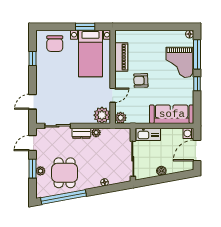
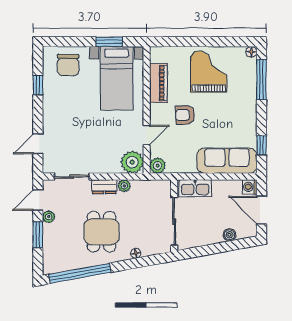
grand piano: (179, 62) -> (209, 72), moved, turned 180
window: (197, 84) -> (261, 145), moved
door: (197, 150) -> (261, 210), hinge flipped
plant: (40, 171) -> (49, 217), moved
boiler: (161, 171) -> (229, 235), moved
dining table: (65, 173) -> (101, 232), moved

